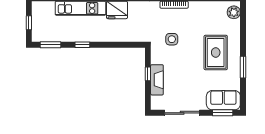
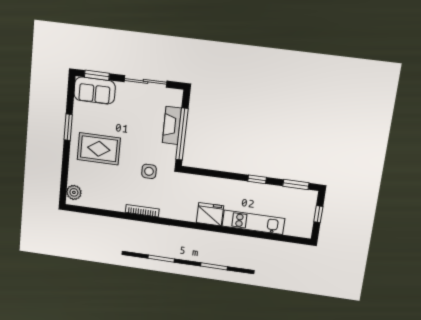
rug: (216, 52) -> (99, 149), turned 90
window: (148, 74) -> (182, 134), width x3.17

